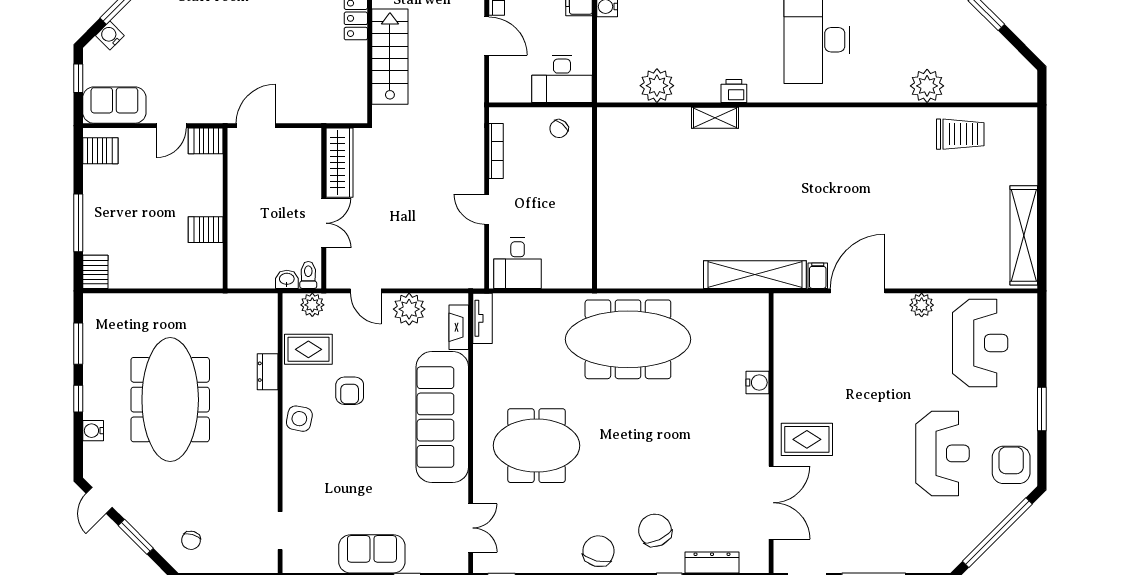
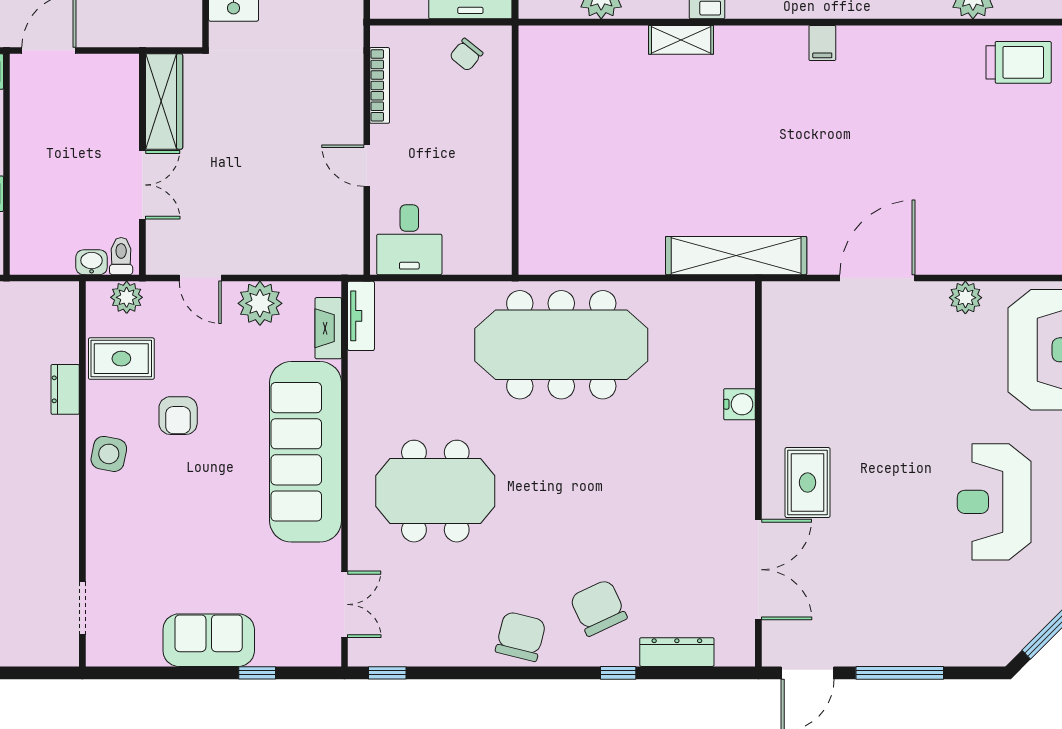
filing cabinet: (818, 276) -> (822, 43), moved, turned 180
rug: (807, 439) -> (808, 483), turned 90
reception desk: (942, 453) -> (994, 502), turned 180

